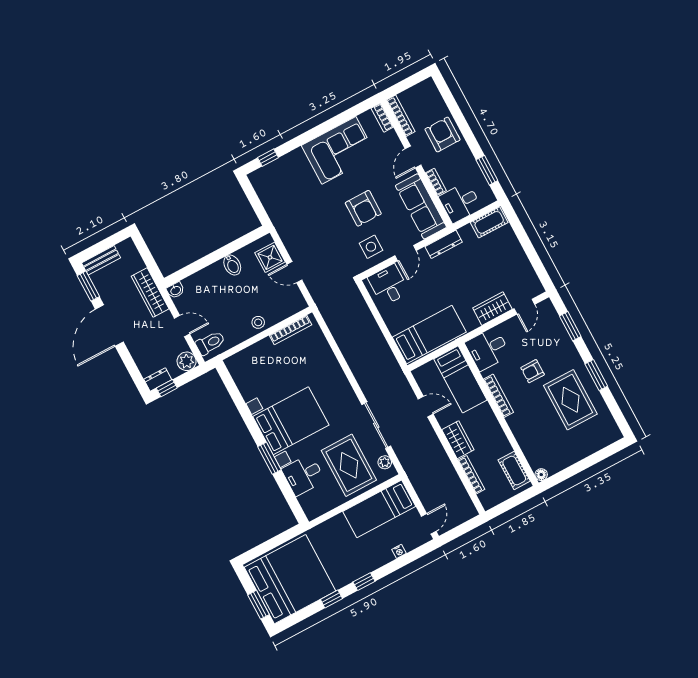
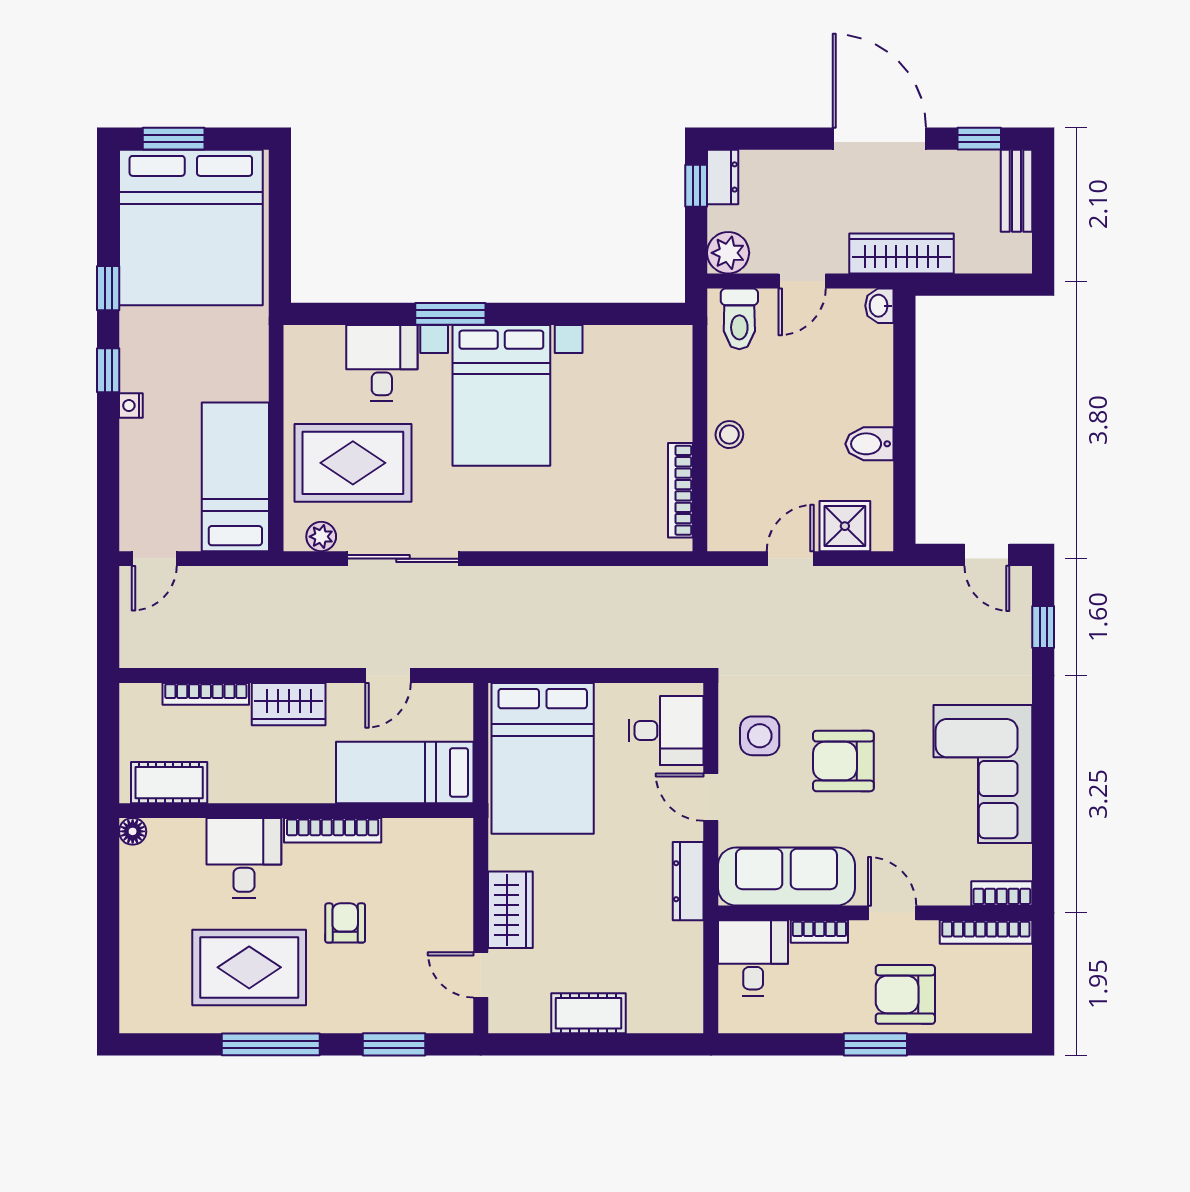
armchair: (442, 135) -> (905, 994), turned 180
window: (487, 170) -> (875, 1044), moved
door: (251, 195) -> (987, 555), added
cot: (489, 222) -> (589, 1013), moved, turned 90
window: (88, 286) -> (979, 139), width x0.67
bed: (429, 335) -> (543, 758), width x1.50
desk: (488, 349) -> (244, 858), moved
window: (596, 375) -> (271, 1044), width x1.44
door: (429, 524) -> (154, 559), hinge flipped
nightstand: (399, 551) -> (131, 406), moved

